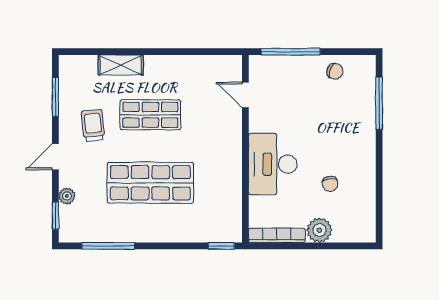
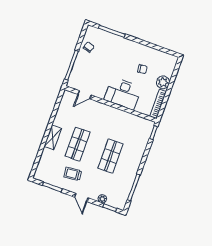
shelving: (121, 65) -> (53, 137), moved
shop shelf: (150, 183) -> (111, 156), width x0.70, depth x0.74

